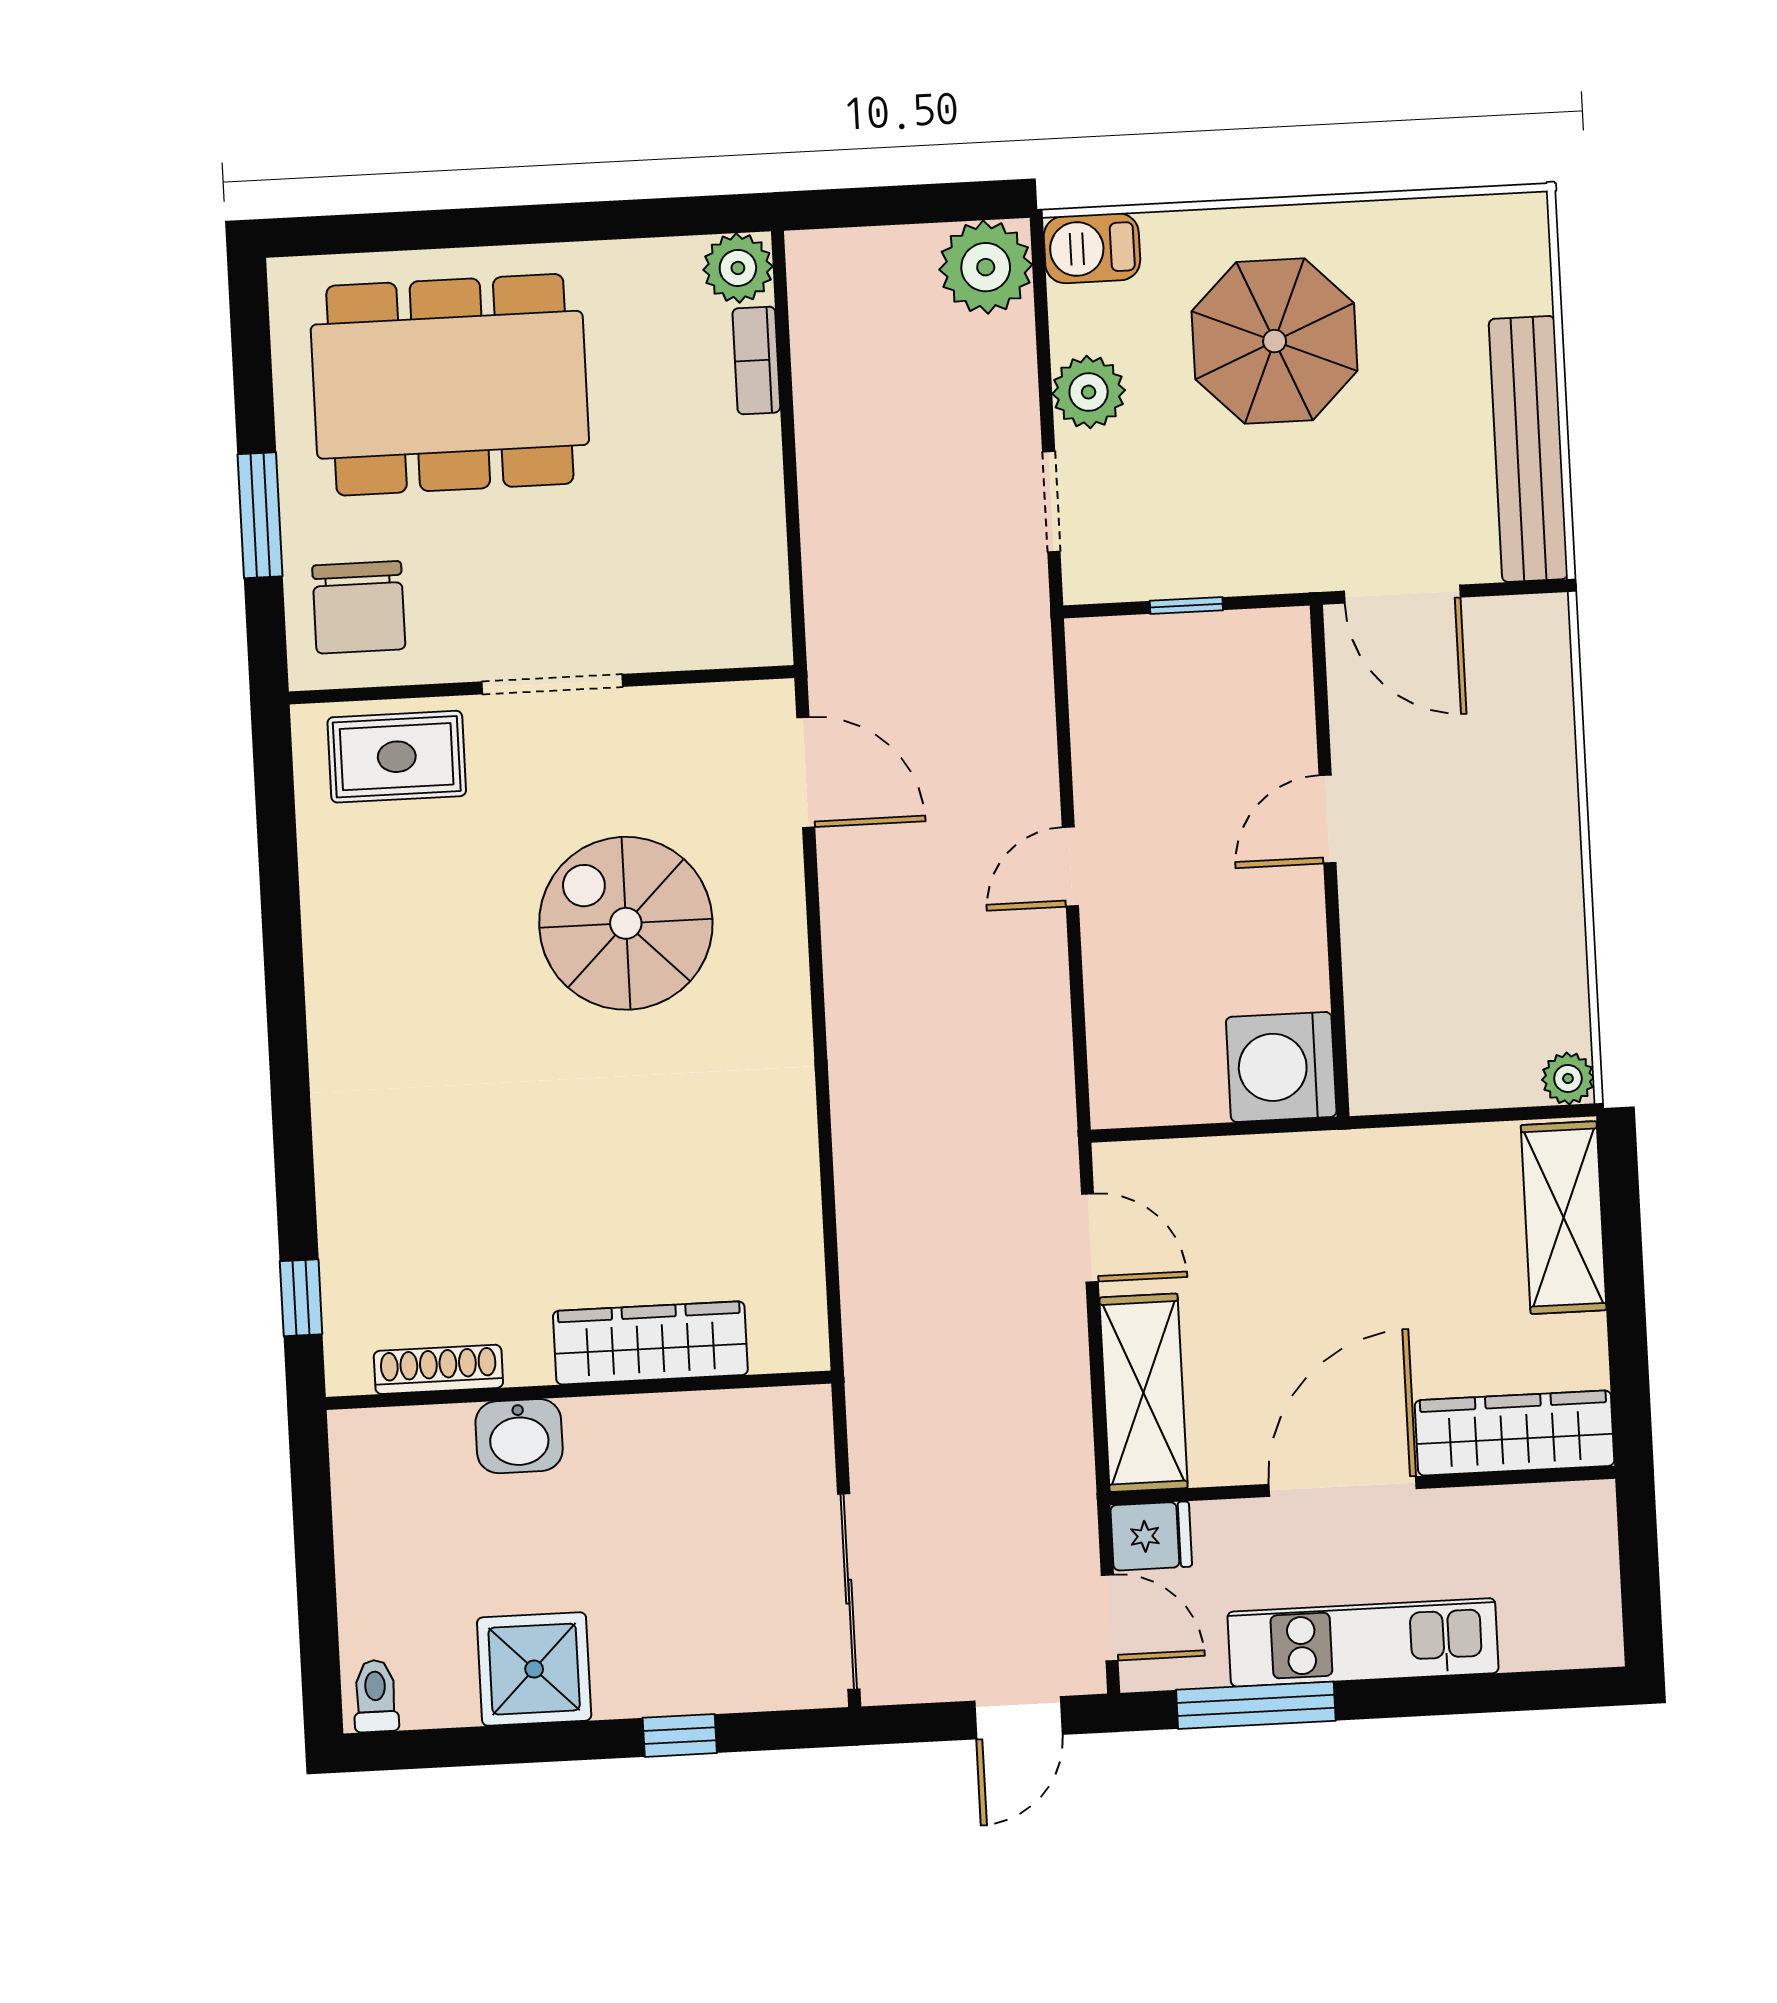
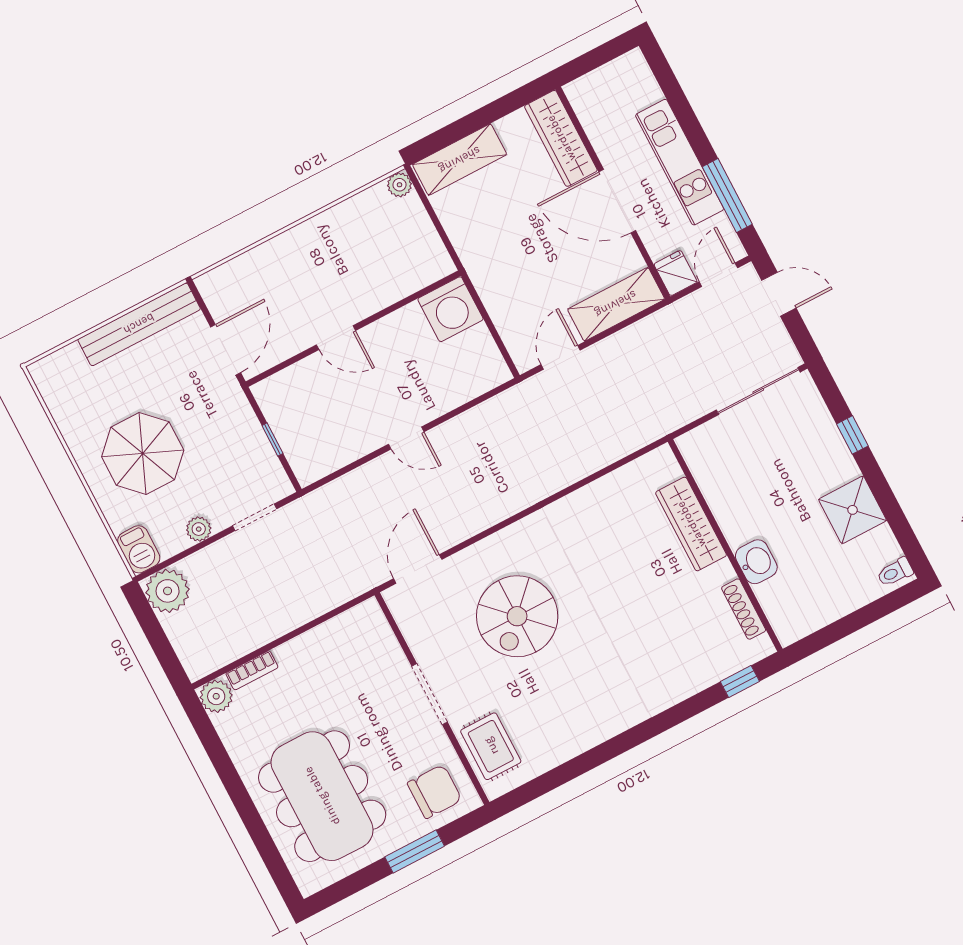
plant: (1089, 392) -> (199, 529), width x0.73, depth x0.73

